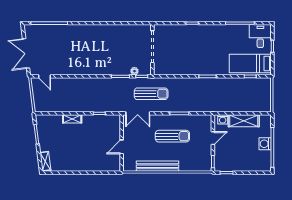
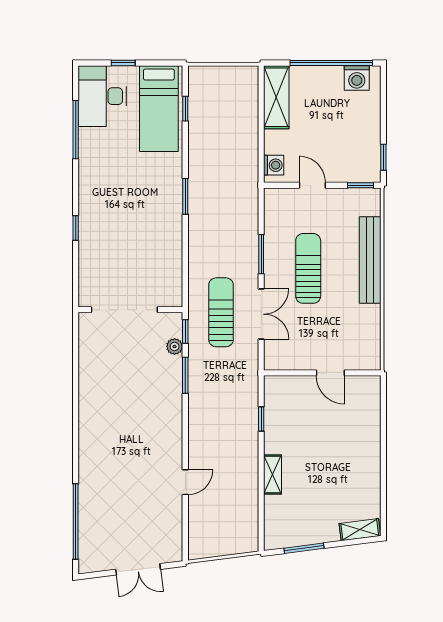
desk: (260, 36) -> (102, 96), width x1.37
double door: (26, 53) -> (138, 569), width x0.73
door: (45, 76) -> (185, 482), moved
double door: (138, 113) -> (261, 314), moved
shelving: (244, 121) -> (276, 97), moved
washing machine: (265, 144) -> (357, 78), moved
bench: (157, 166) -> (370, 260), moved

